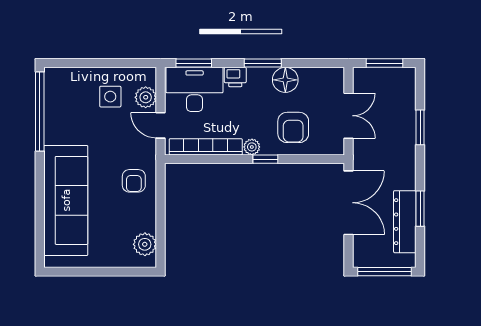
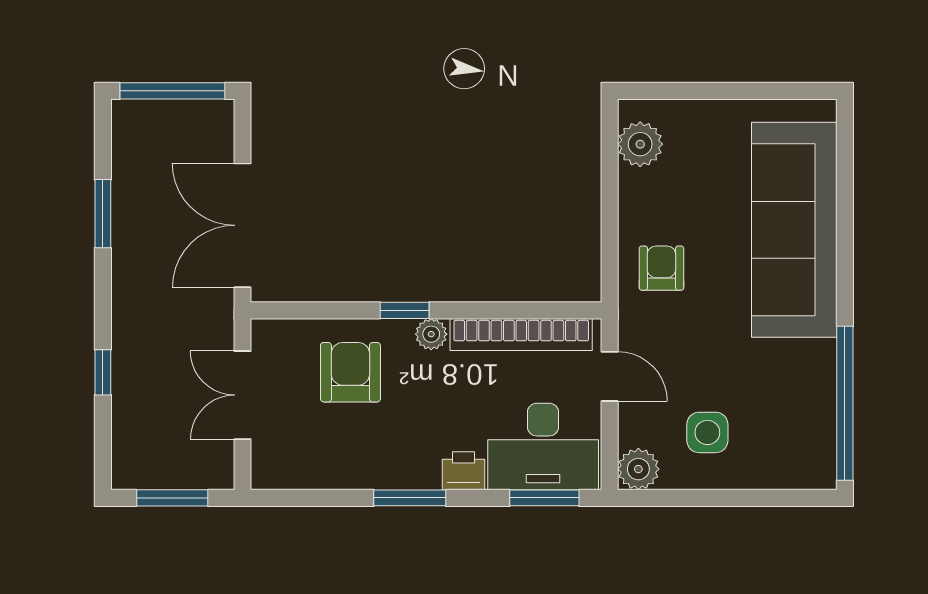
floor lamp: (285, 80) -> (366, 465), removed
plant: (146, 97) -> (638, 469), moved
window: (420, 127) -> (103, 372), width x0.67
dresser: (405, 222) -> (132, 188), removed

